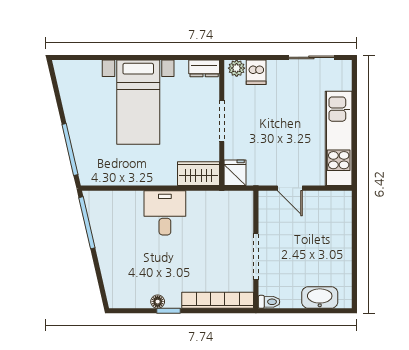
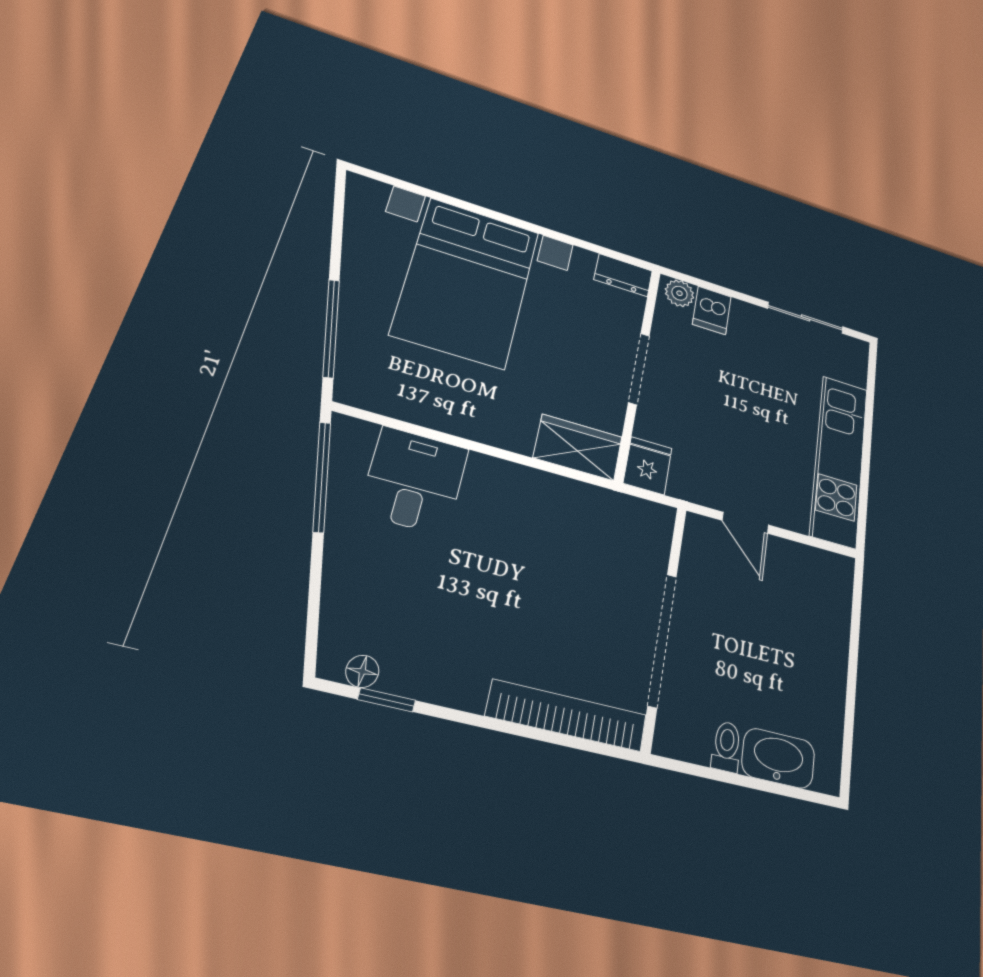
bed with nightstands: (138, 102) -> (467, 282), width x1.36
desk: (165, 213) -> (414, 480), moved
doorway: (256, 257) -> (662, 640), width x1.36
floor lamp: (158, 302) -> (362, 671), moved
toilet: (269, 302) -> (726, 747), moved, turned -90
window: (169, 311) -> (387, 700), moved

